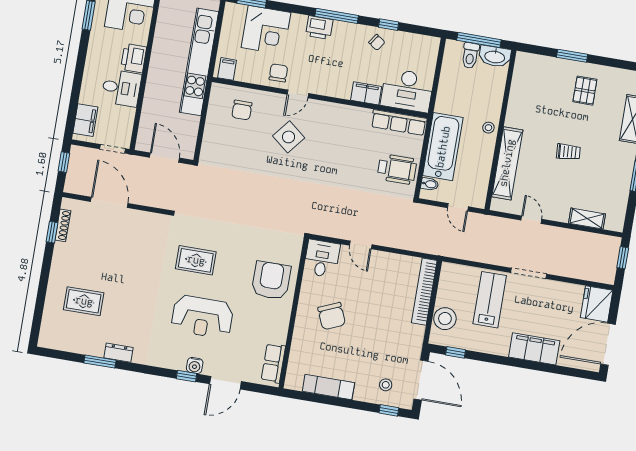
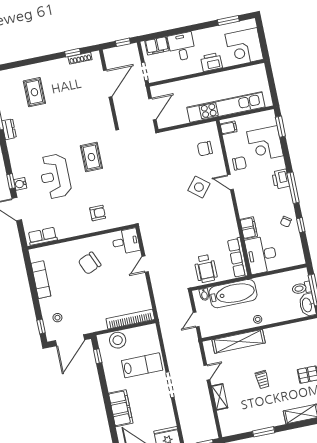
desk: (121, 88) -> (182, 47), moved, turned 180
shelving: (587, 219) -> (220, 397), moved
armchair: (271, 280) -> (98, 213), width x0.53, depth x0.53

